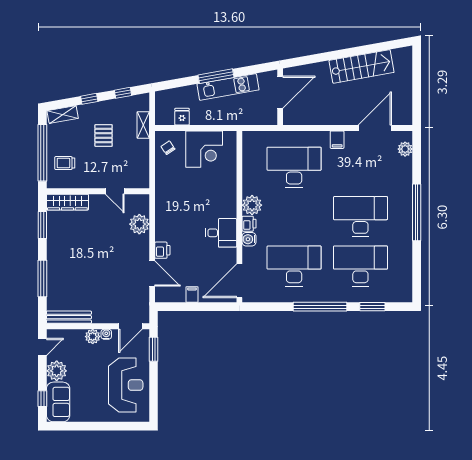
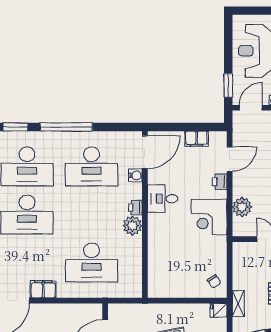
fridge: (182, 117) -> (219, 310), moved, turned 90
filing cabinet: (337, 140) -> (43, 289), width x2.00
corner desk: (204, 149) -> (209, 217), moved, turned -90
water cooler: (249, 239) -> (135, 175), moved
door: (152, 273) -> (230, 159), swing flipped
filing cabinet: (192, 294) -> (197, 139), width x2.00

